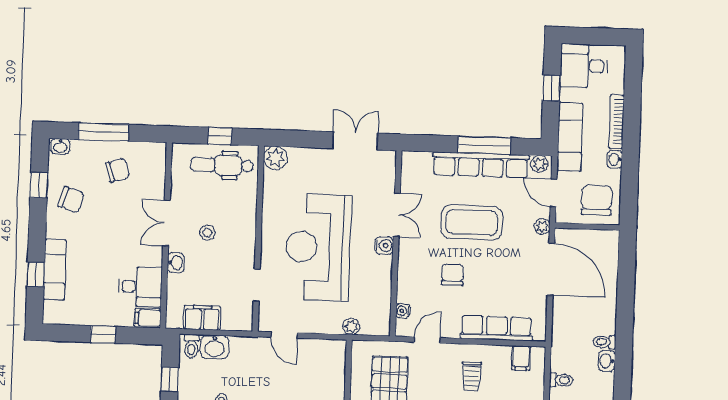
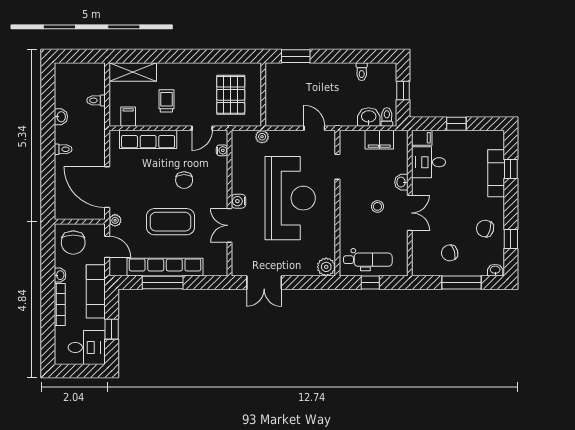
plant: (539, 164) -> (119, 269), removed
toilet: (604, 342) -> (63, 149), moved

